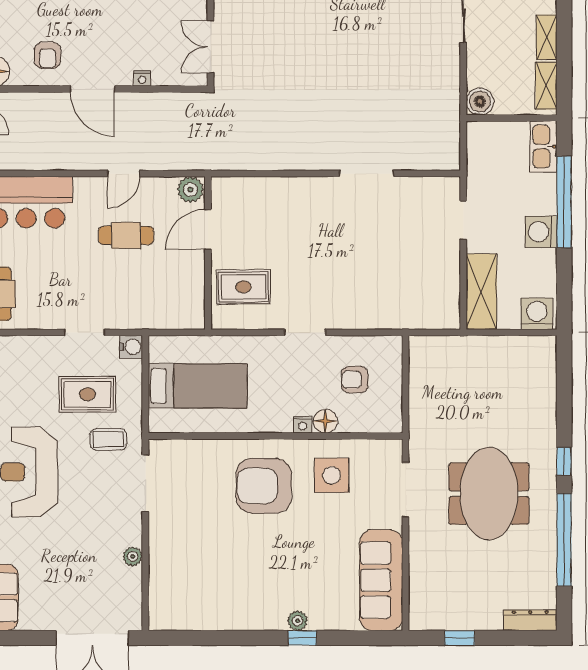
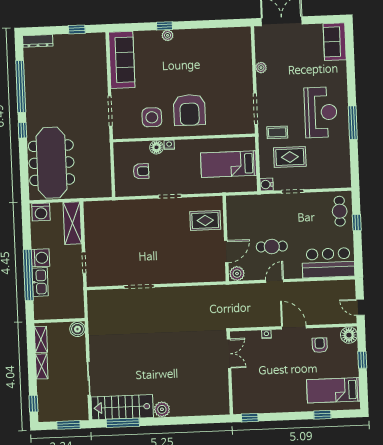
kitchen sink: (543, 147) -> (40, 282), moved
armchair: (264, 486) -> (189, 110), turned 90
meeting table: (489, 494) -> (51, 163), moved, width x1.36

